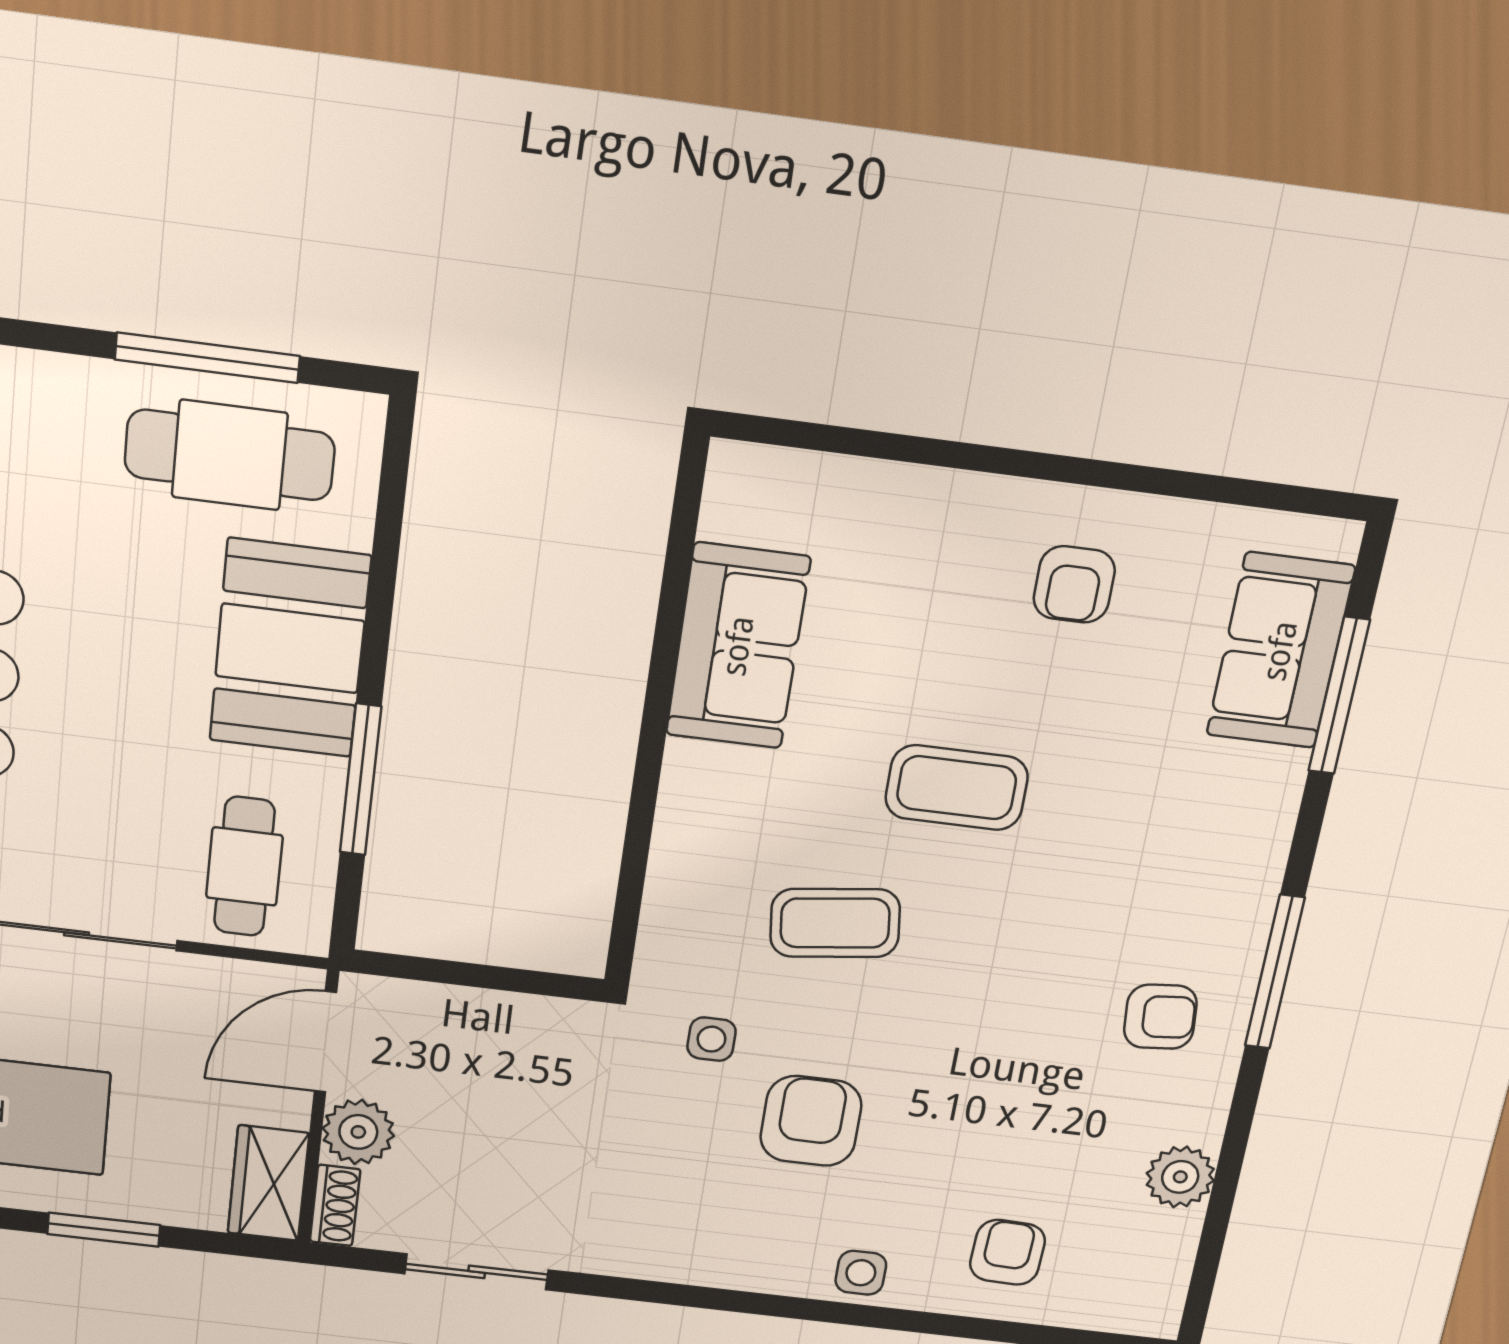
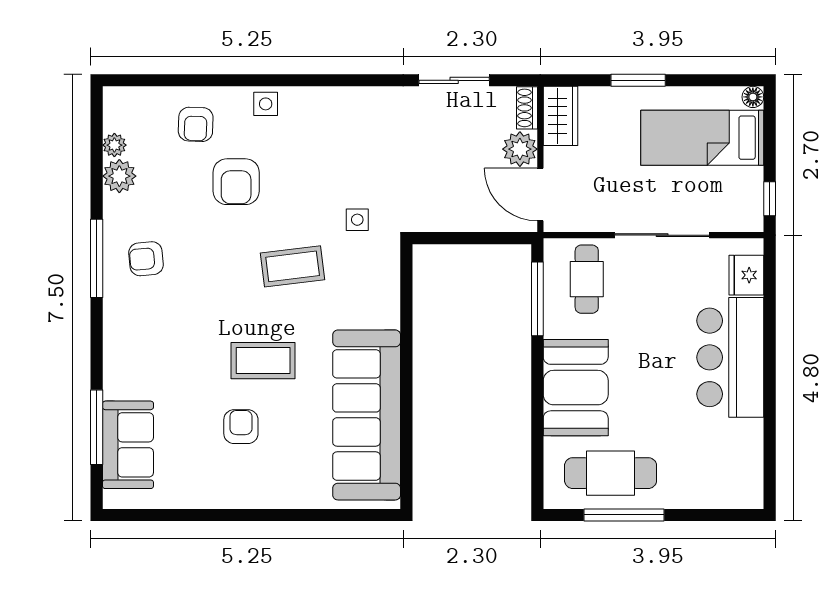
armchair: (1074, 584) -> (241, 427), moved
sofa: (738, 646) -> (367, 415), width x1.85, depth x1.27
window: (361, 780) -> (537, 299), moved
coffee table: (835, 923) -> (293, 266), moved
window: (1275, 972) -> (97, 258), moved
door: (325, 1042) -> (540, 195), swing flipped
armchair: (811, 1121) -> (236, 182), moved
plant: (1177, 1234) -> (114, 145), added

